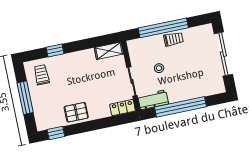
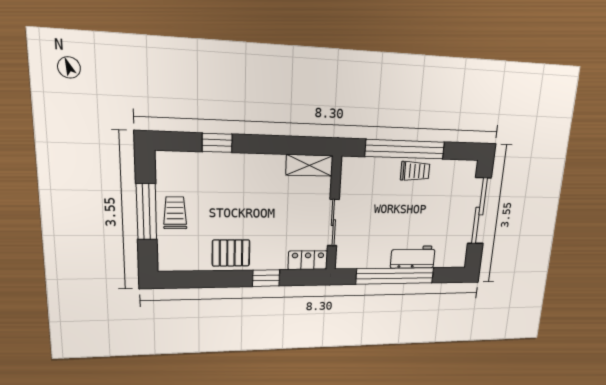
stool: (159, 68) -> (380, 211), removed
trolley: (42, 75) -> (175, 213), moved
workbench: (153, 100) -> (413, 257), moved
window: (56, 133) -> (266, 278), moved

